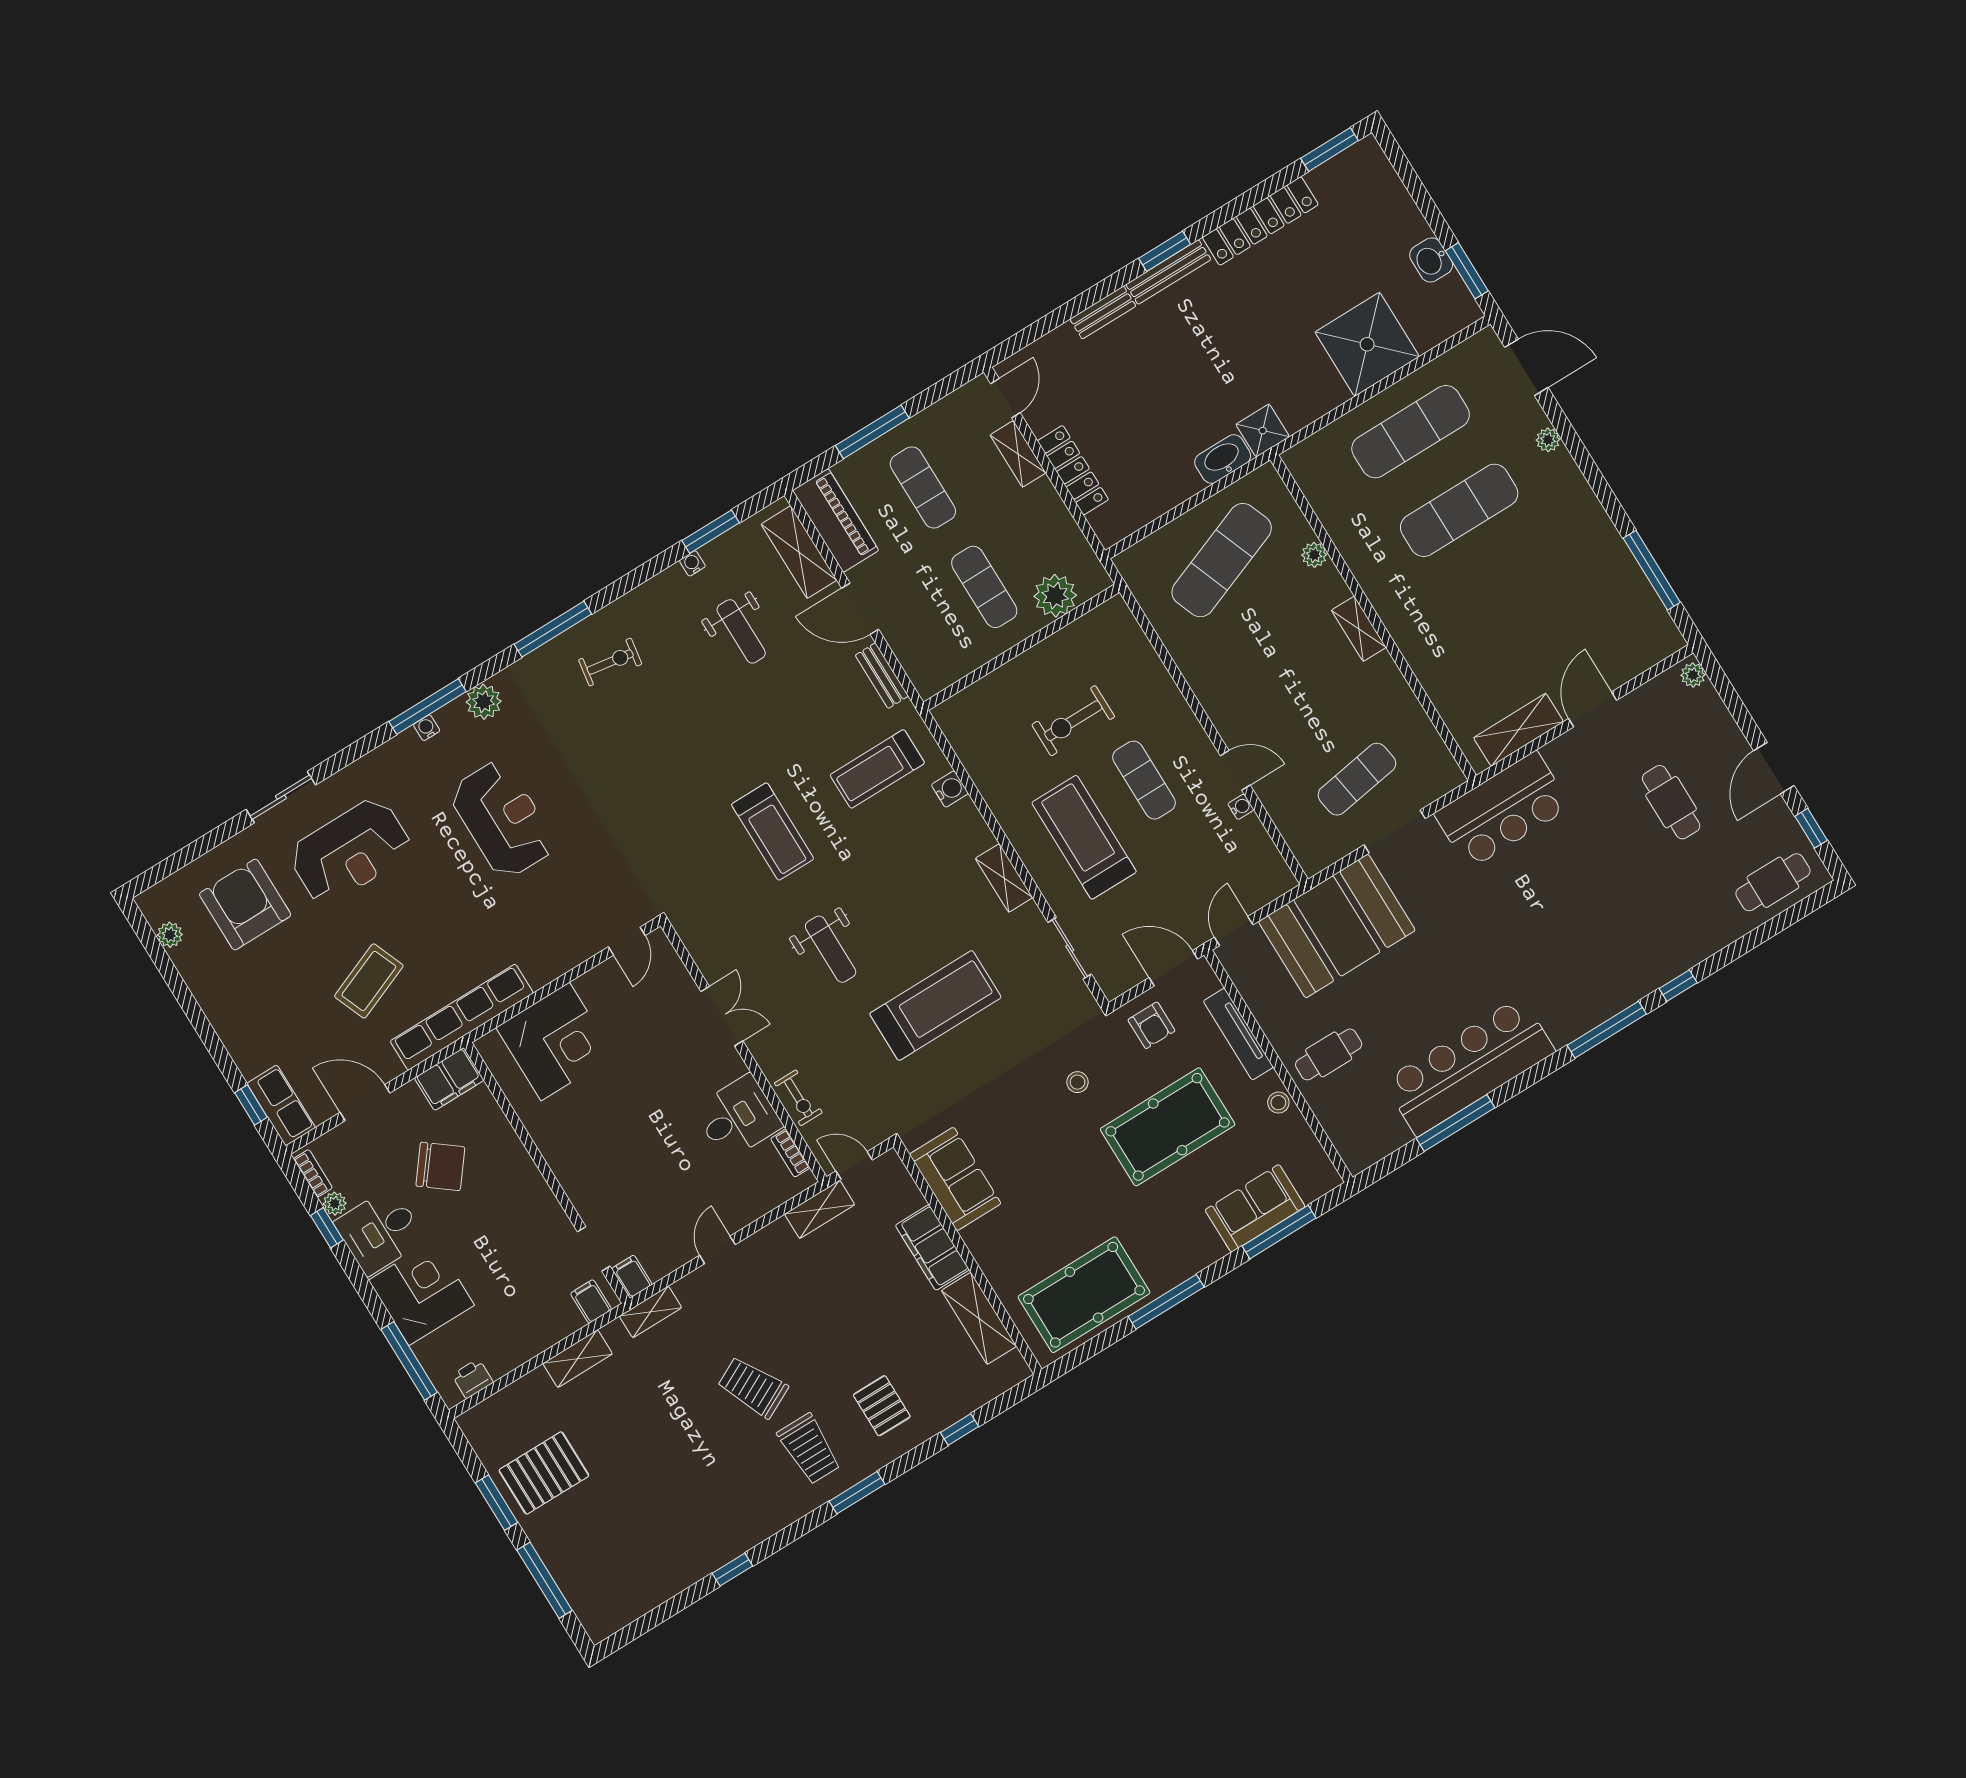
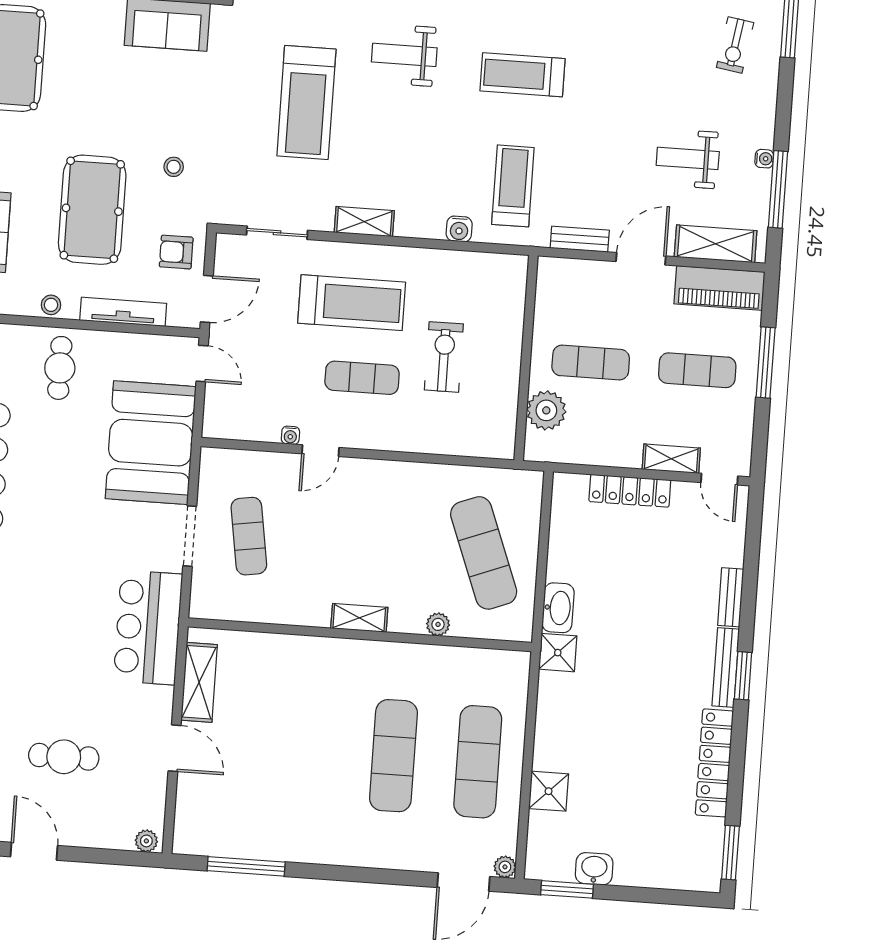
shower: (1367, 344) -> (549, 791), width x0.54, depth x0.54
plant: (1548, 440) -> (505, 867), moved
window: (711, 532) -> (778, 189), width x1.44

